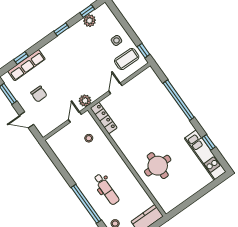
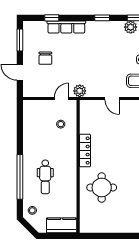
row of seats: (27, 65) -> (66, 27), moved
door: (115, 88) -> (112, 98), swing flipped
locker: (104, 118) -> (85, 151), moved

